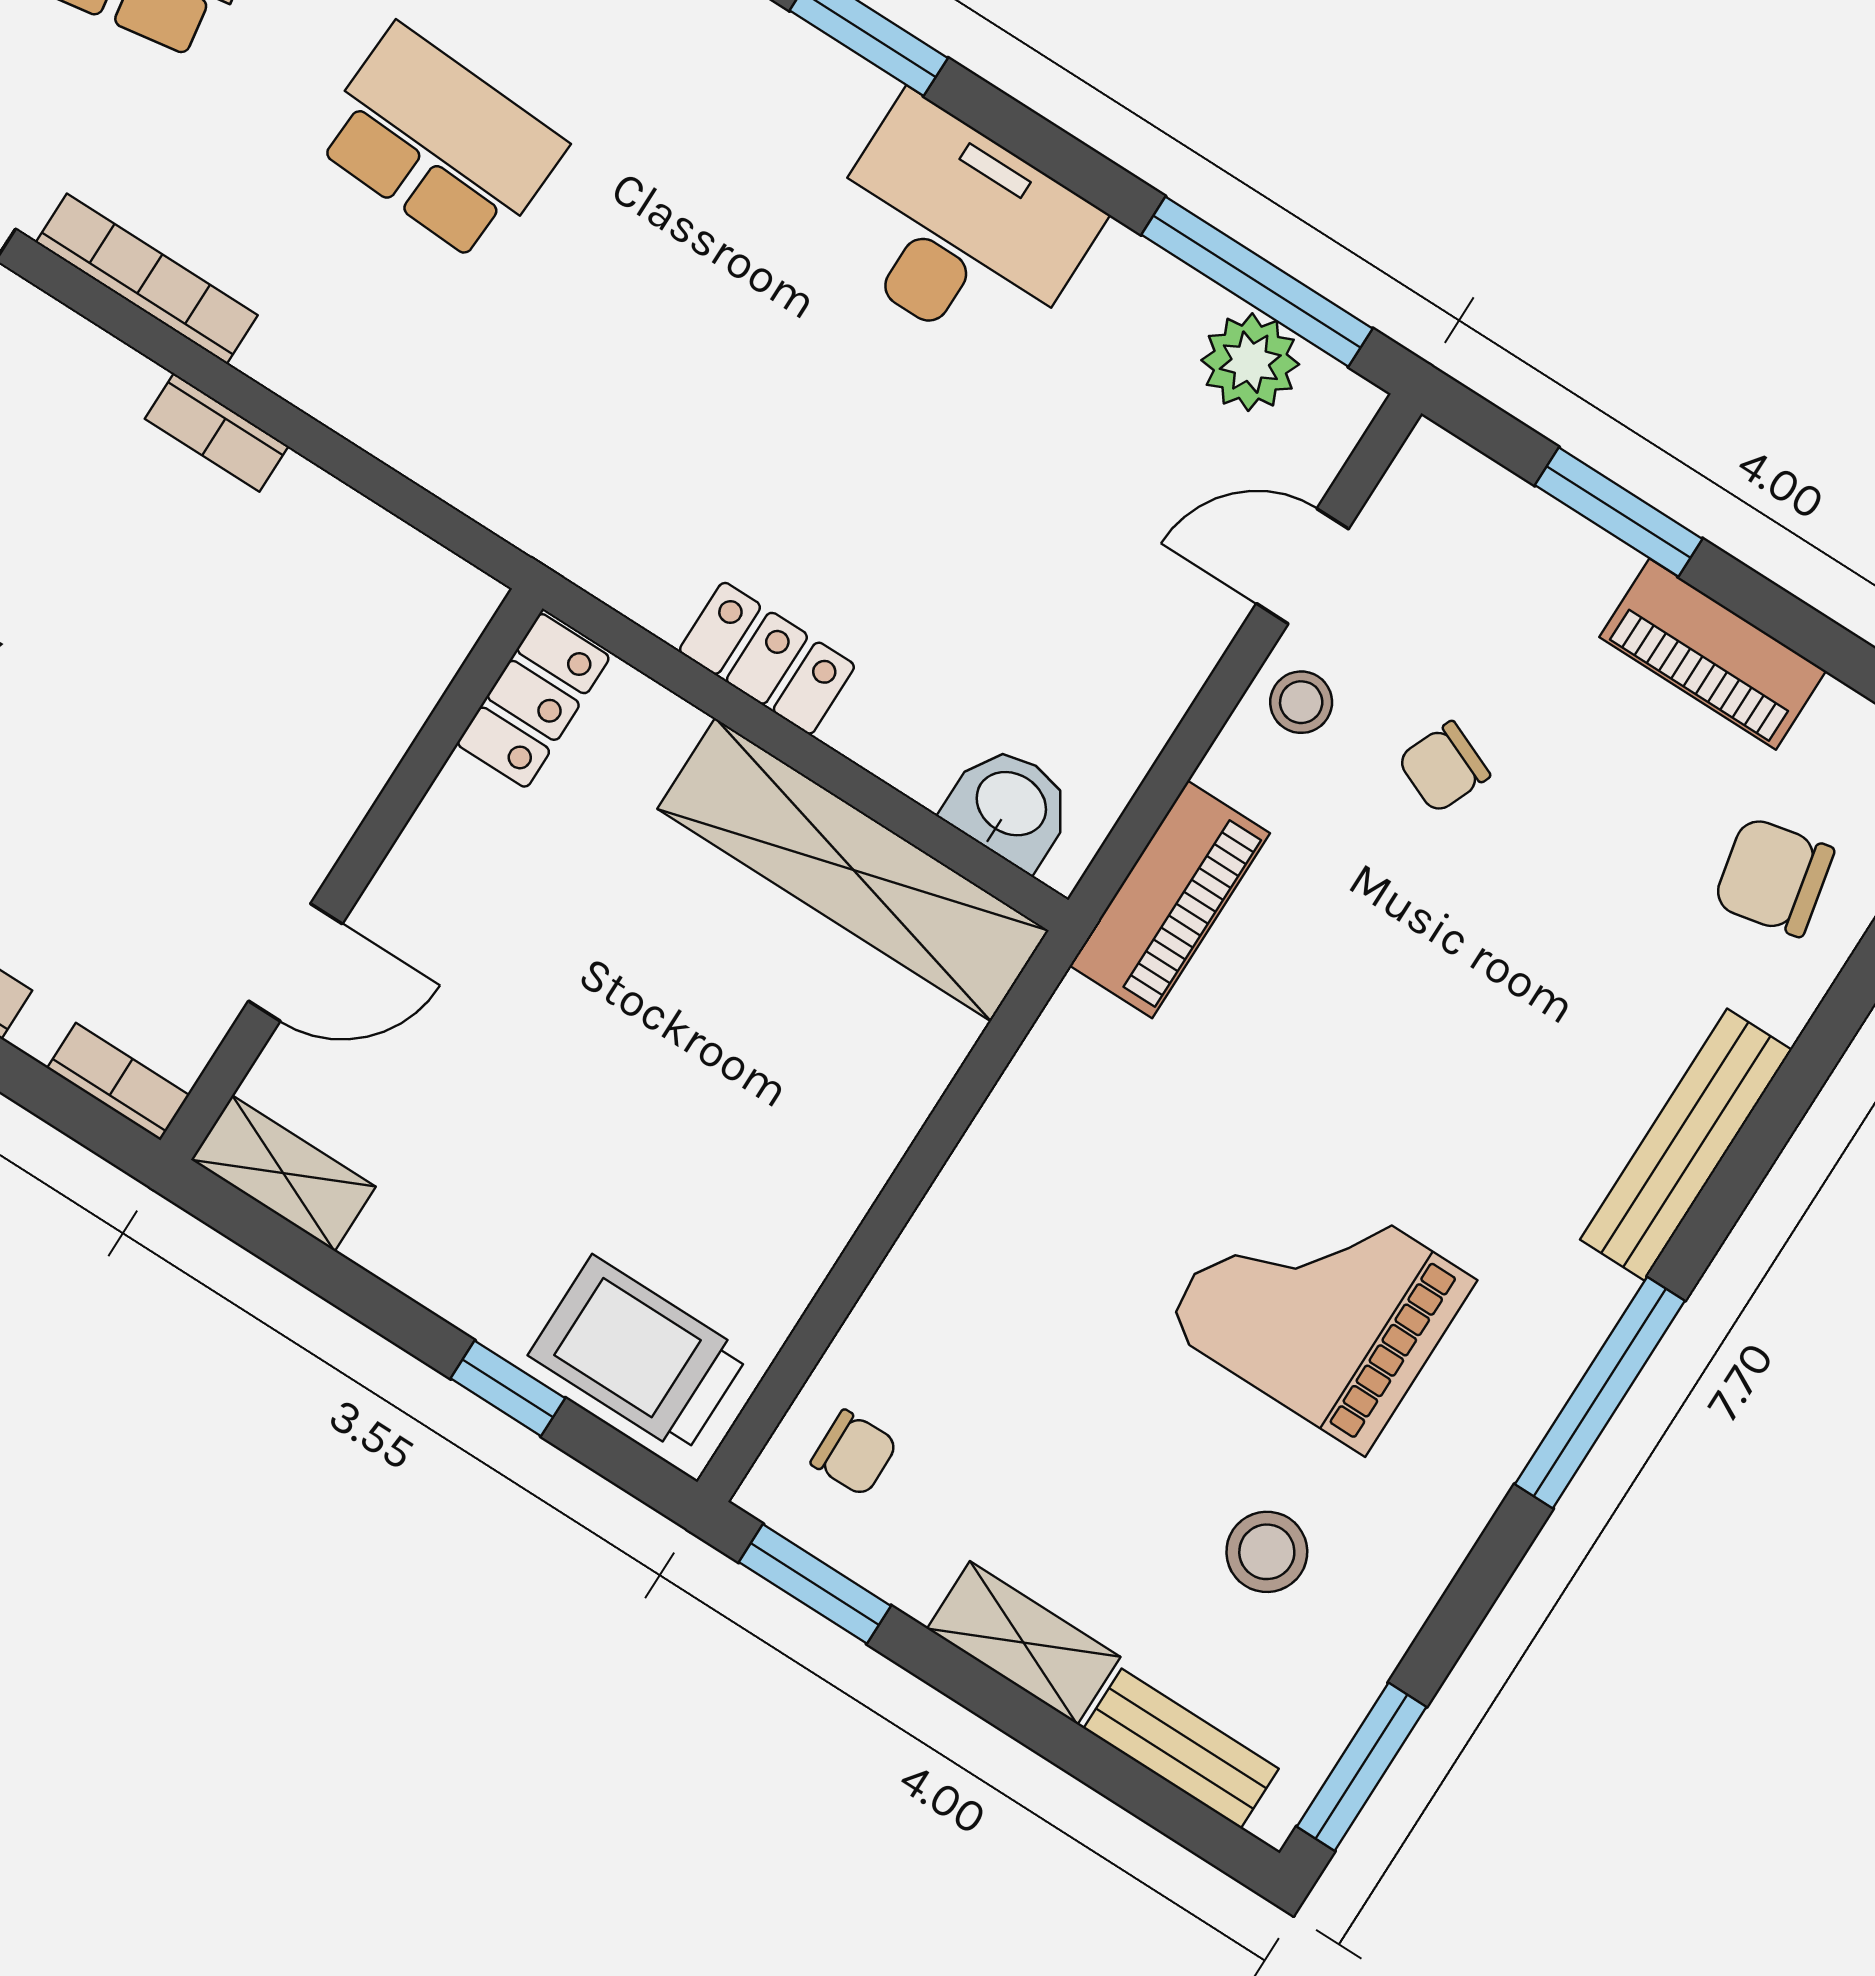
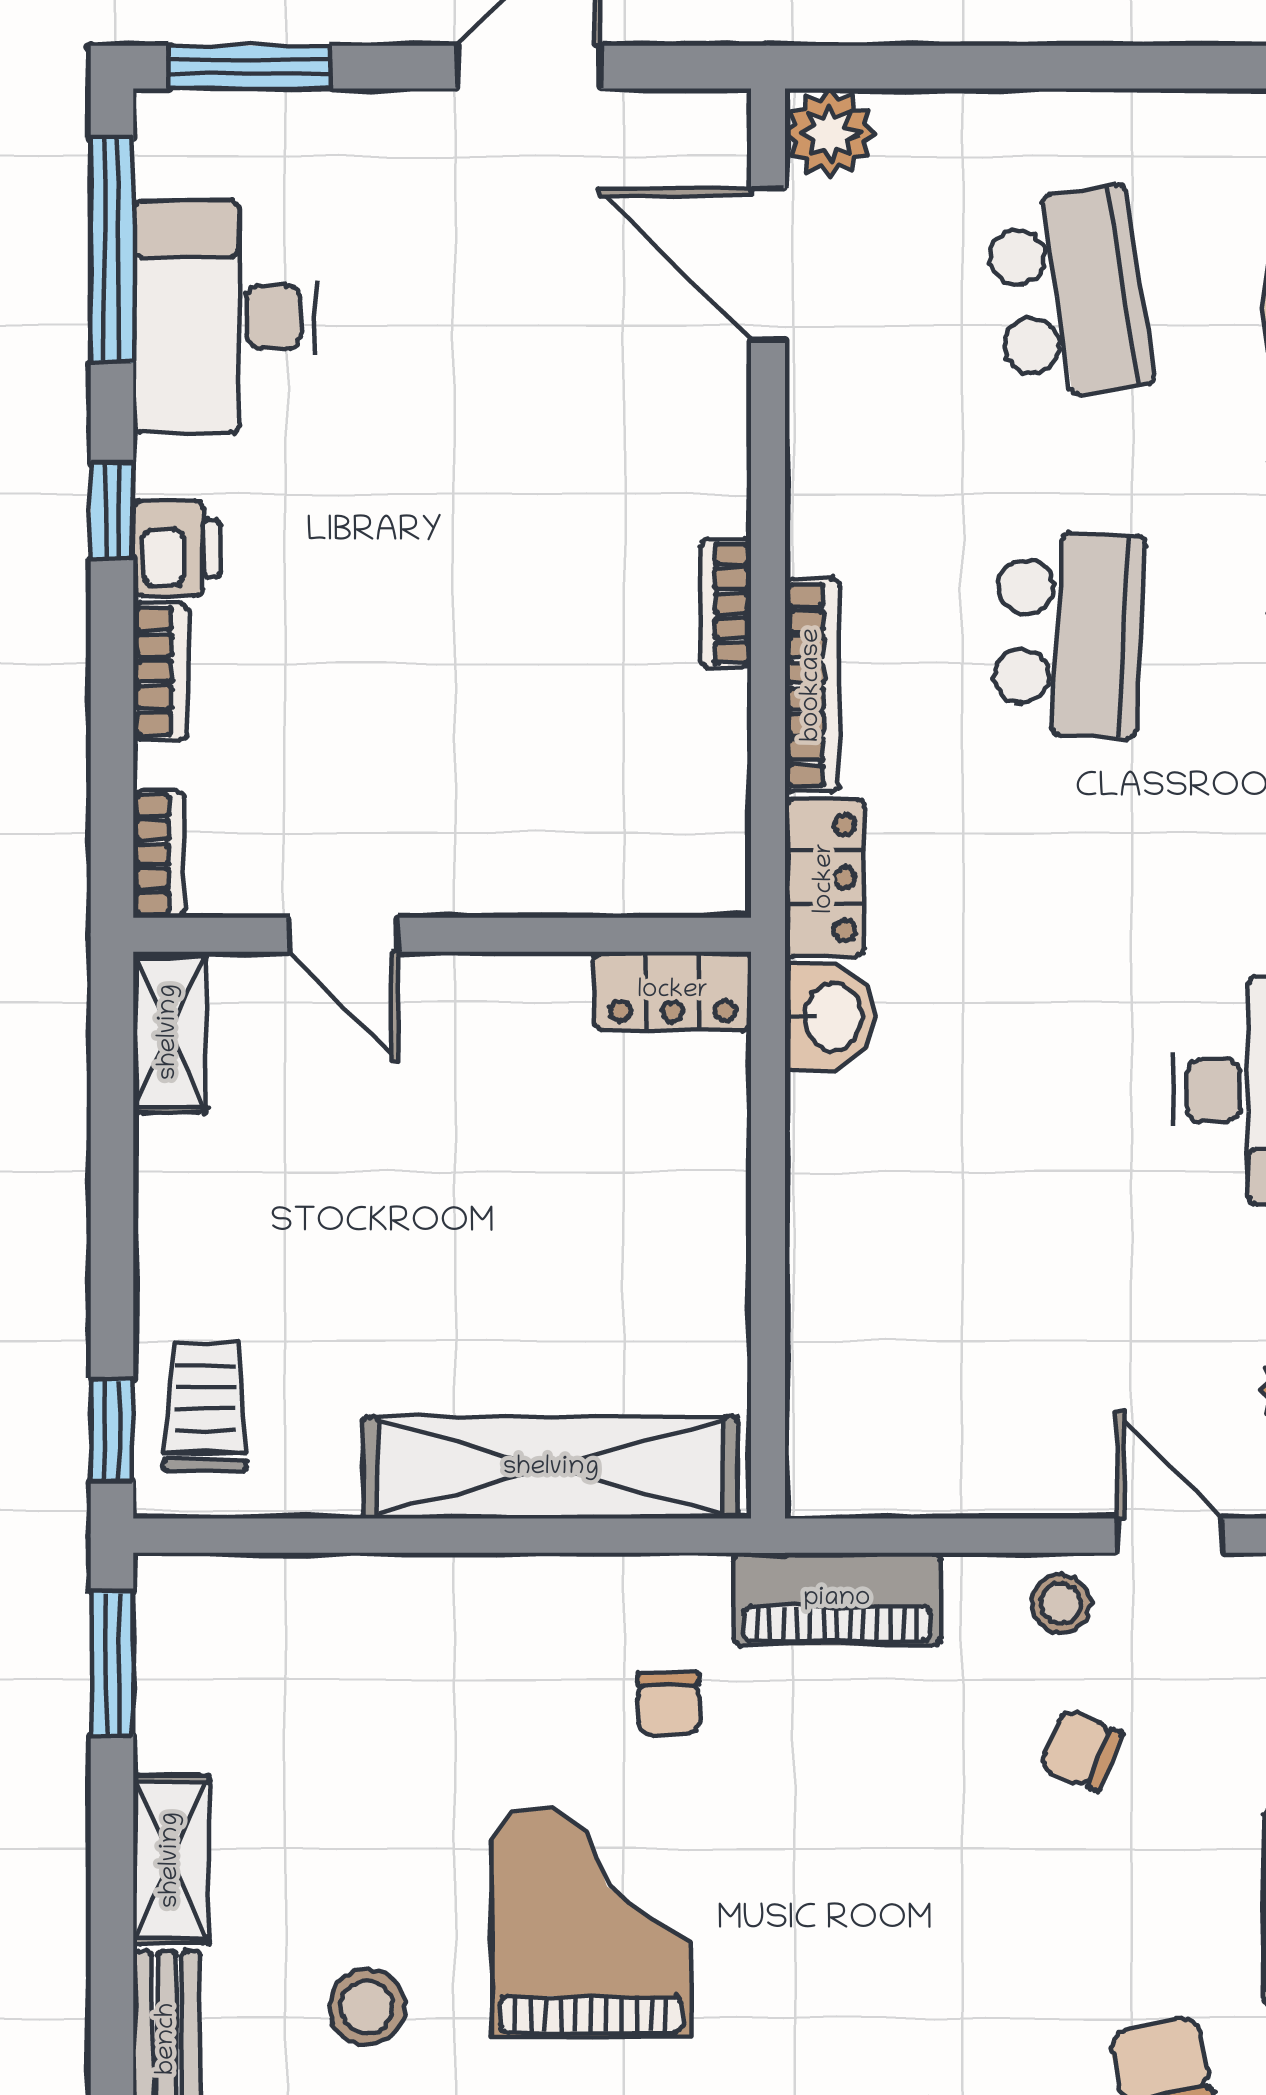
bookcase: (147, 279) -> (812, 685), moved
locker: (767, 658) -> (825, 878), moved
washbasin: (1010, 806) -> (830, 1017), moved
shelving: (853, 870) -> (551, 1468), moved, turned 90
trolley: (638, 1355) -> (205, 1407), width x0.73, depth x0.72
window: (508, 1388) -> (112, 1430), moved
chair: (854, 1453) -> (668, 1704), moved

